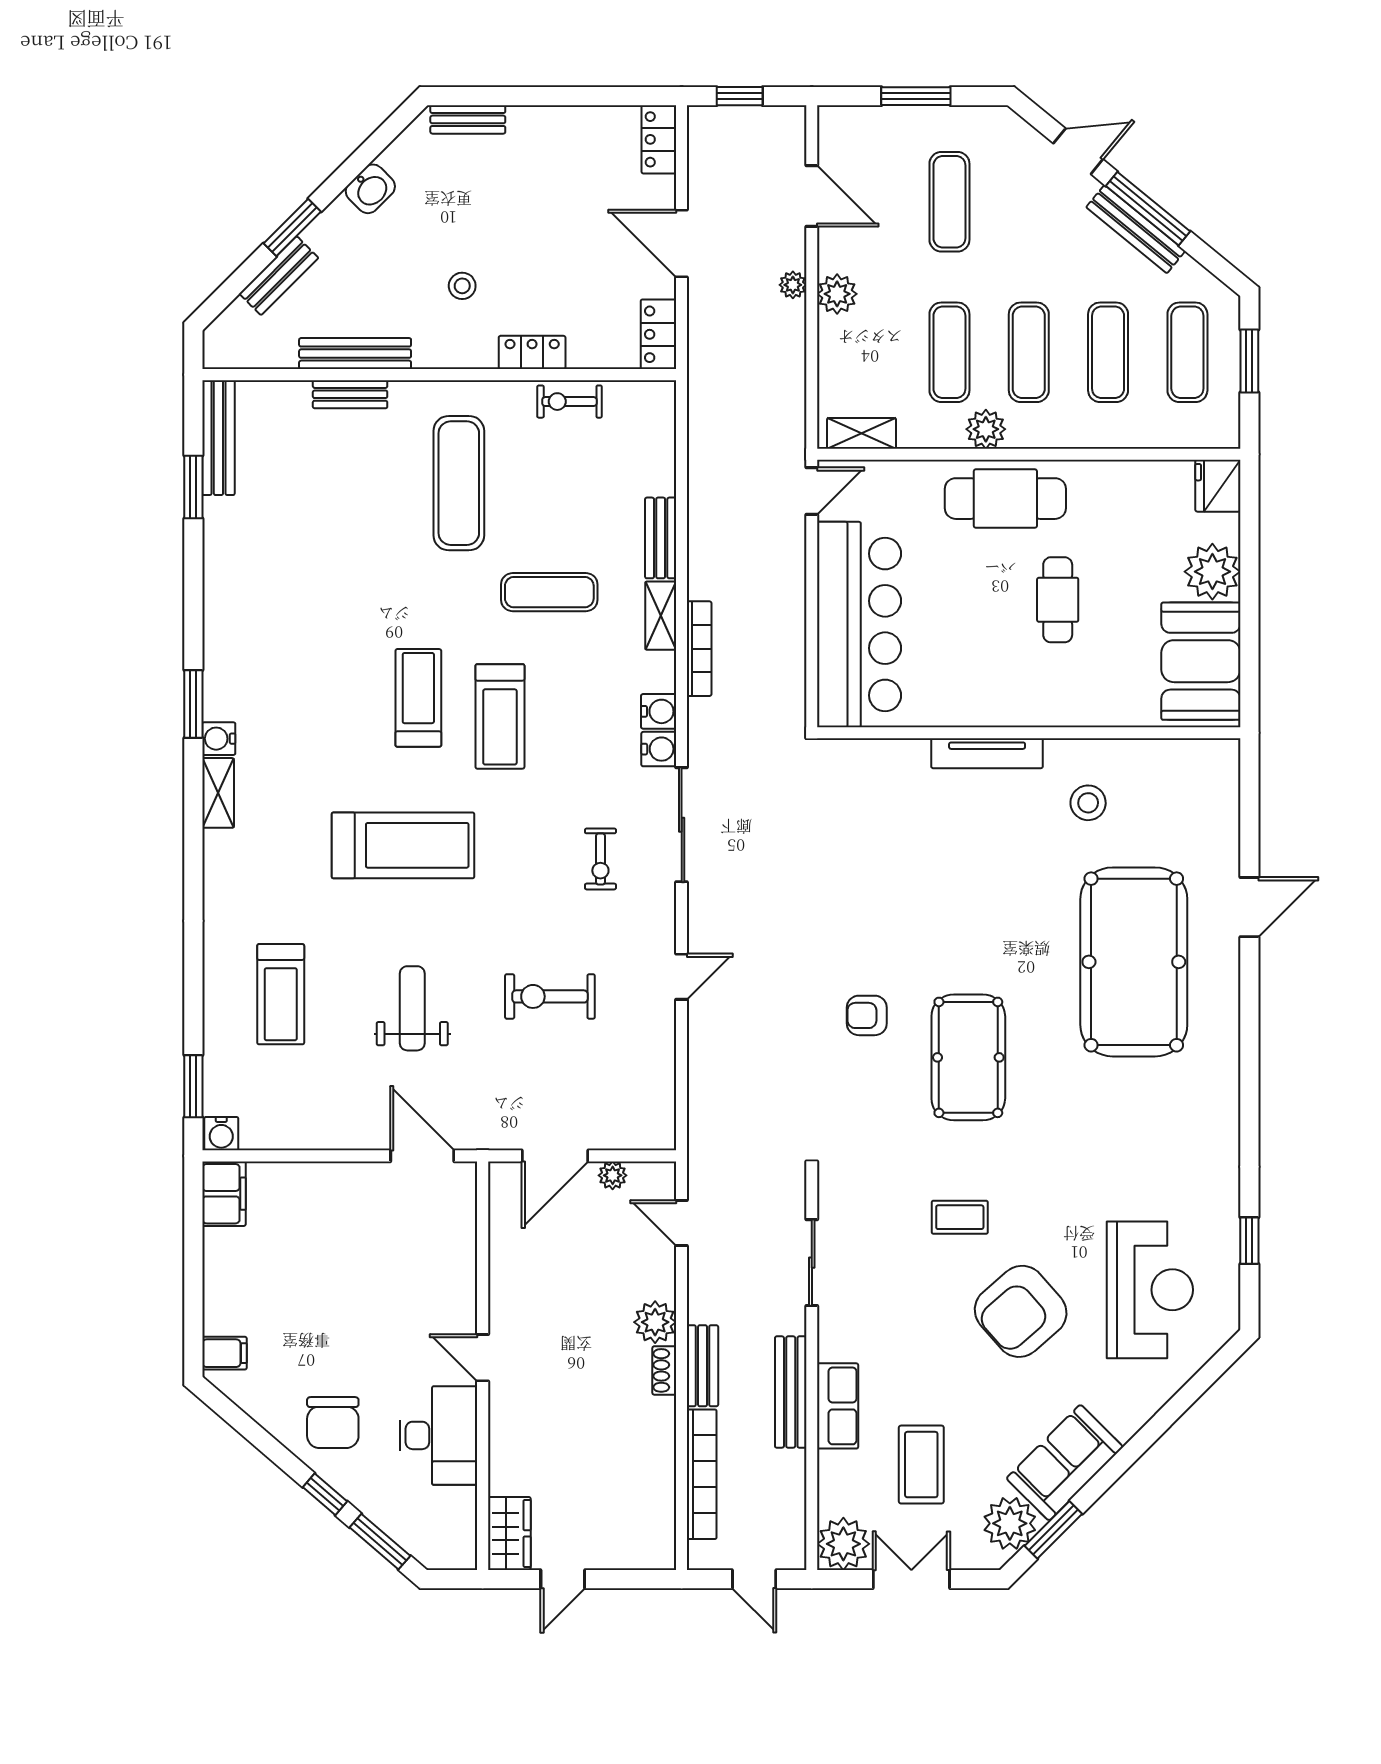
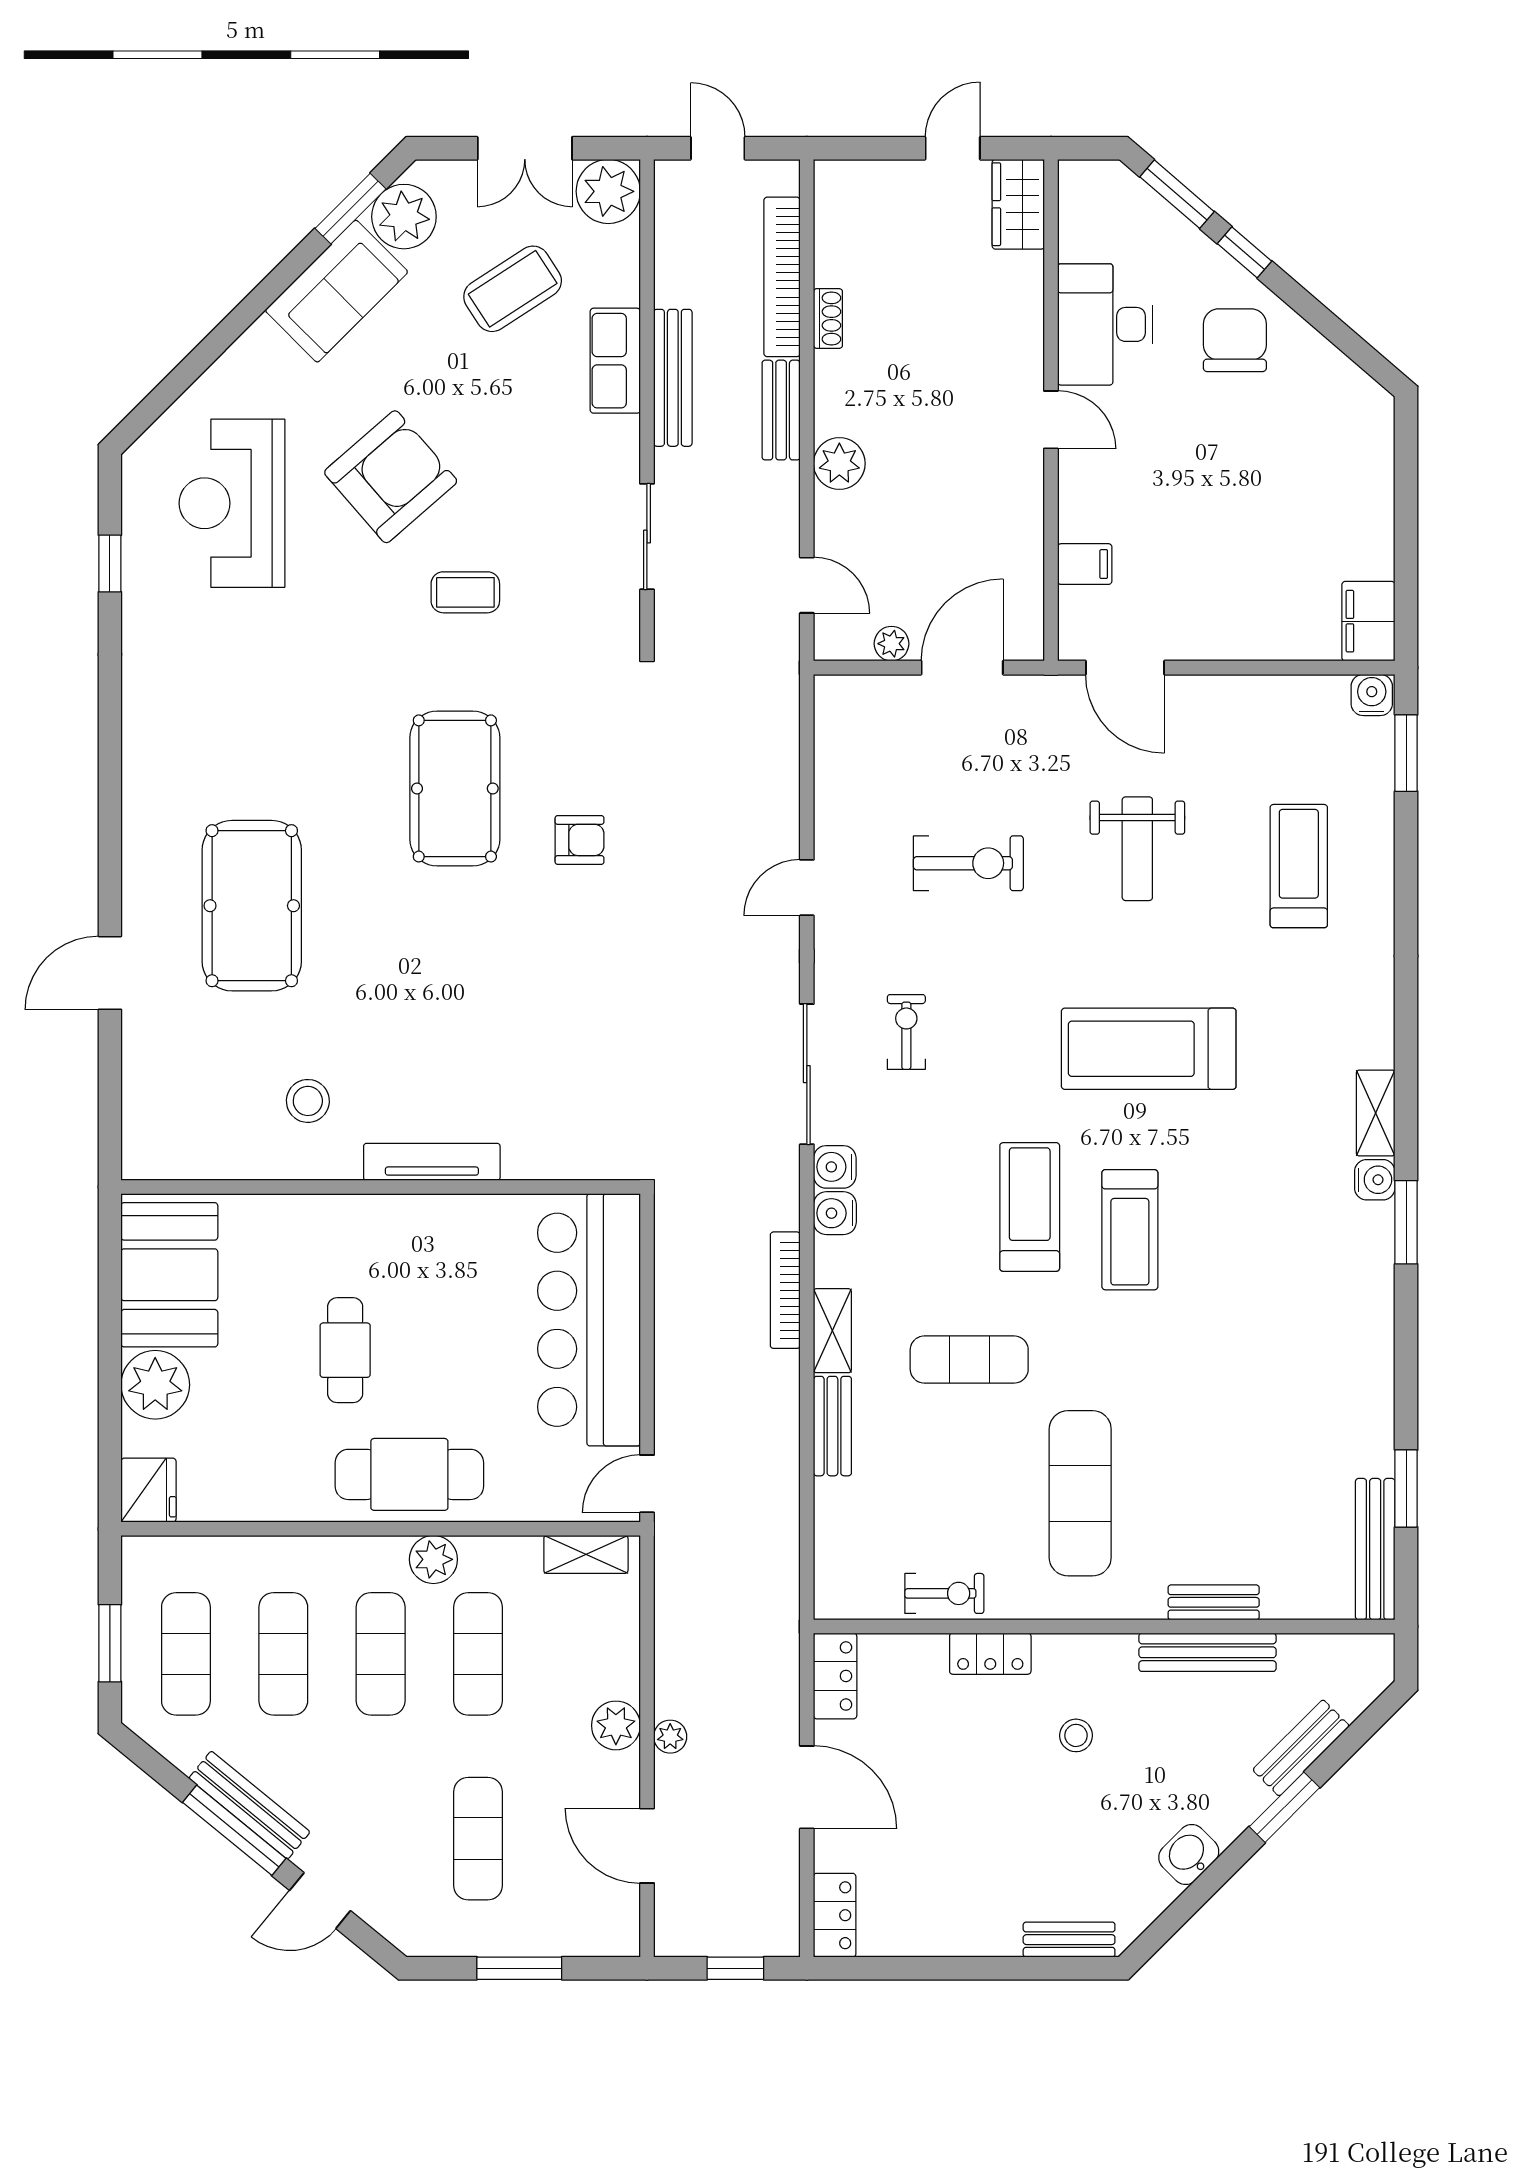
pool table: (1134, 962) -> (252, 906), width x0.73, depth x0.76
filing cabinet: (224, 1353) -> (1085, 564), moved, turned 180
shoe rack: (664, 1370) -> (828, 319), moved
coffee table: (921, 1465) -> (513, 289), turned 57

